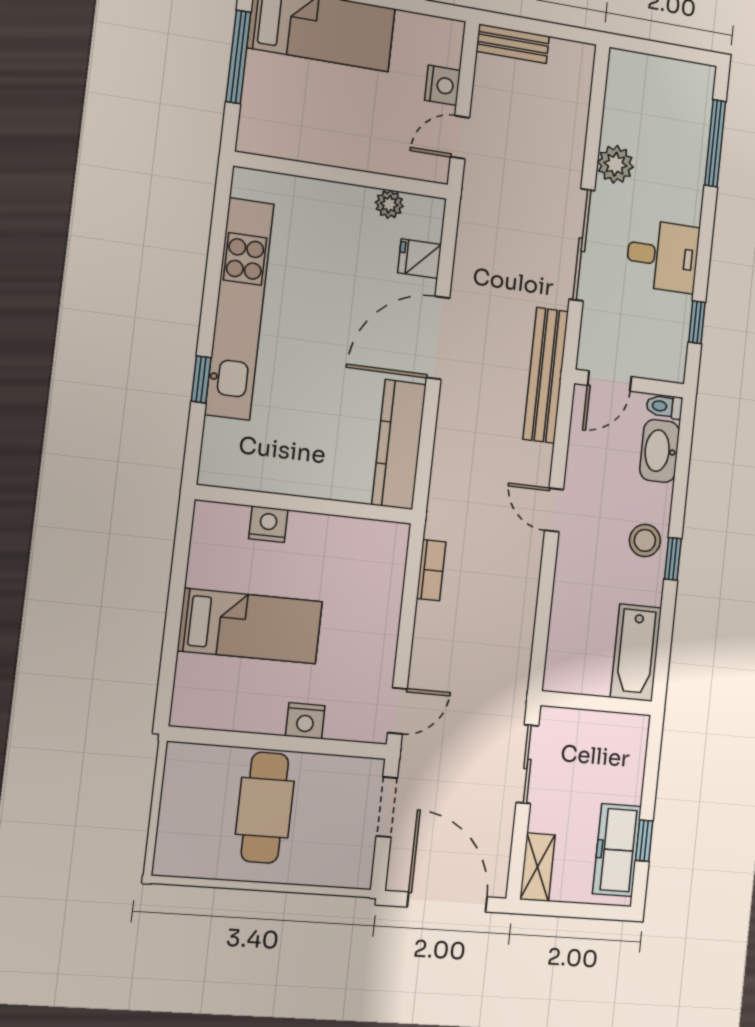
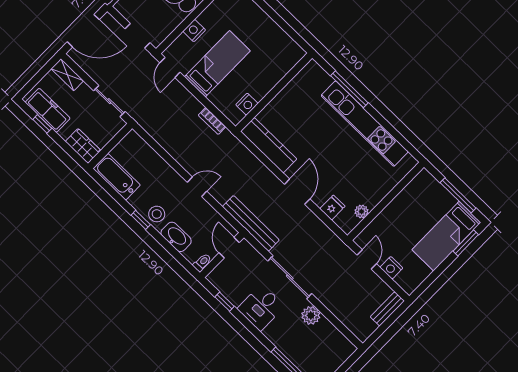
door: (438, 338) -> (297, 192), width x0.73
window: (201, 379) -> (349, 89), width x2.17
washbasin: (660, 451) -> (176, 237), moved
nightstand: (268, 524) -> (247, 104), moved
bed: (250, 626) -> (217, 64), moved, turned 180
wardrobe: (629, 746) -> (83, 146), added

